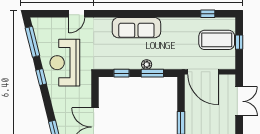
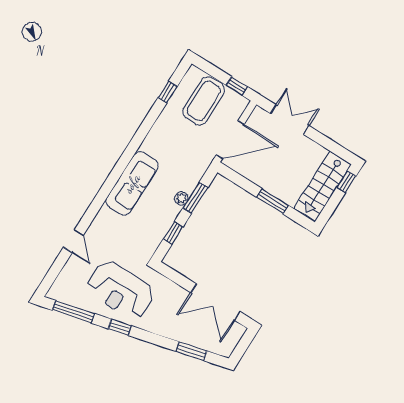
window: (239, 42) -> (237, 86), moved

